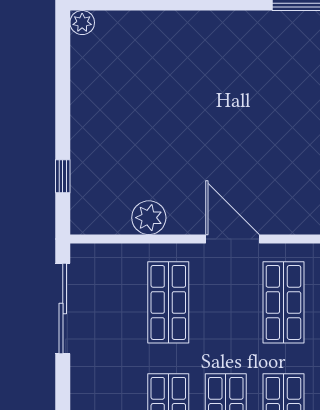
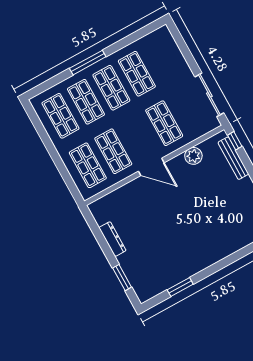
window: (63, 176) -> (235, 141), moved
bench: (82, 176) -> (233, 158), added

